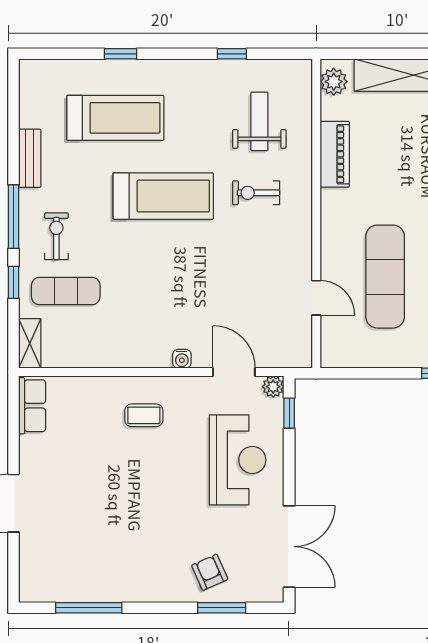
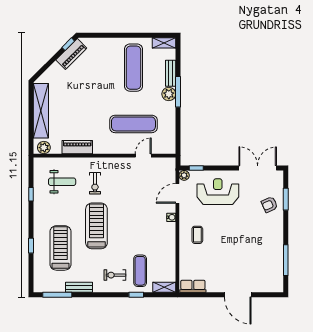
weight bench: (259, 121) -> (62, 182), turned 180
window: (13, 217) -> (57, 295), moved

